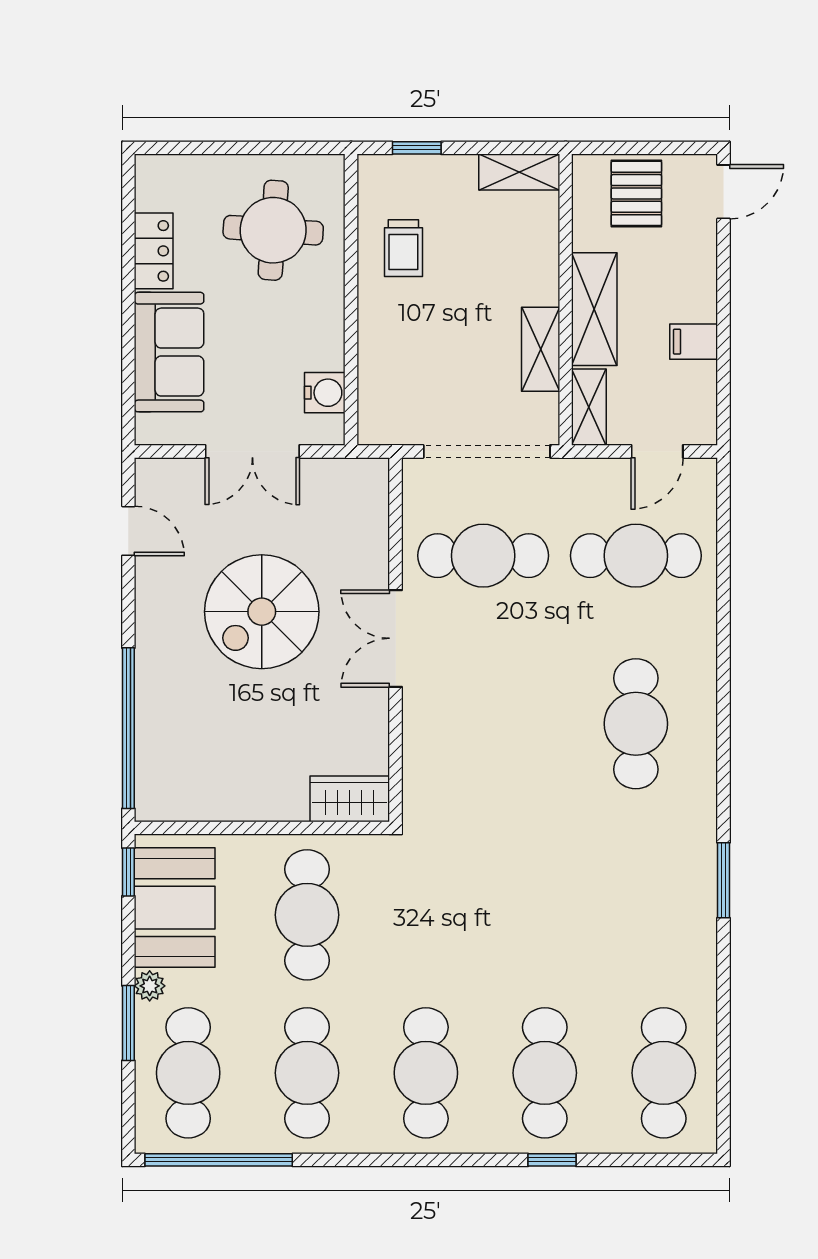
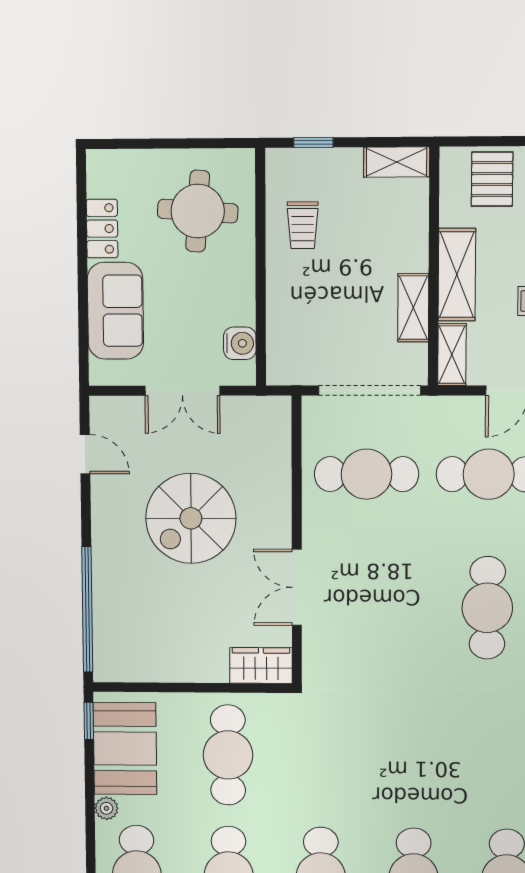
double door: (396, 638) -> (297, 587), moved
window: (128, 1023) -> (90, 836), removed

